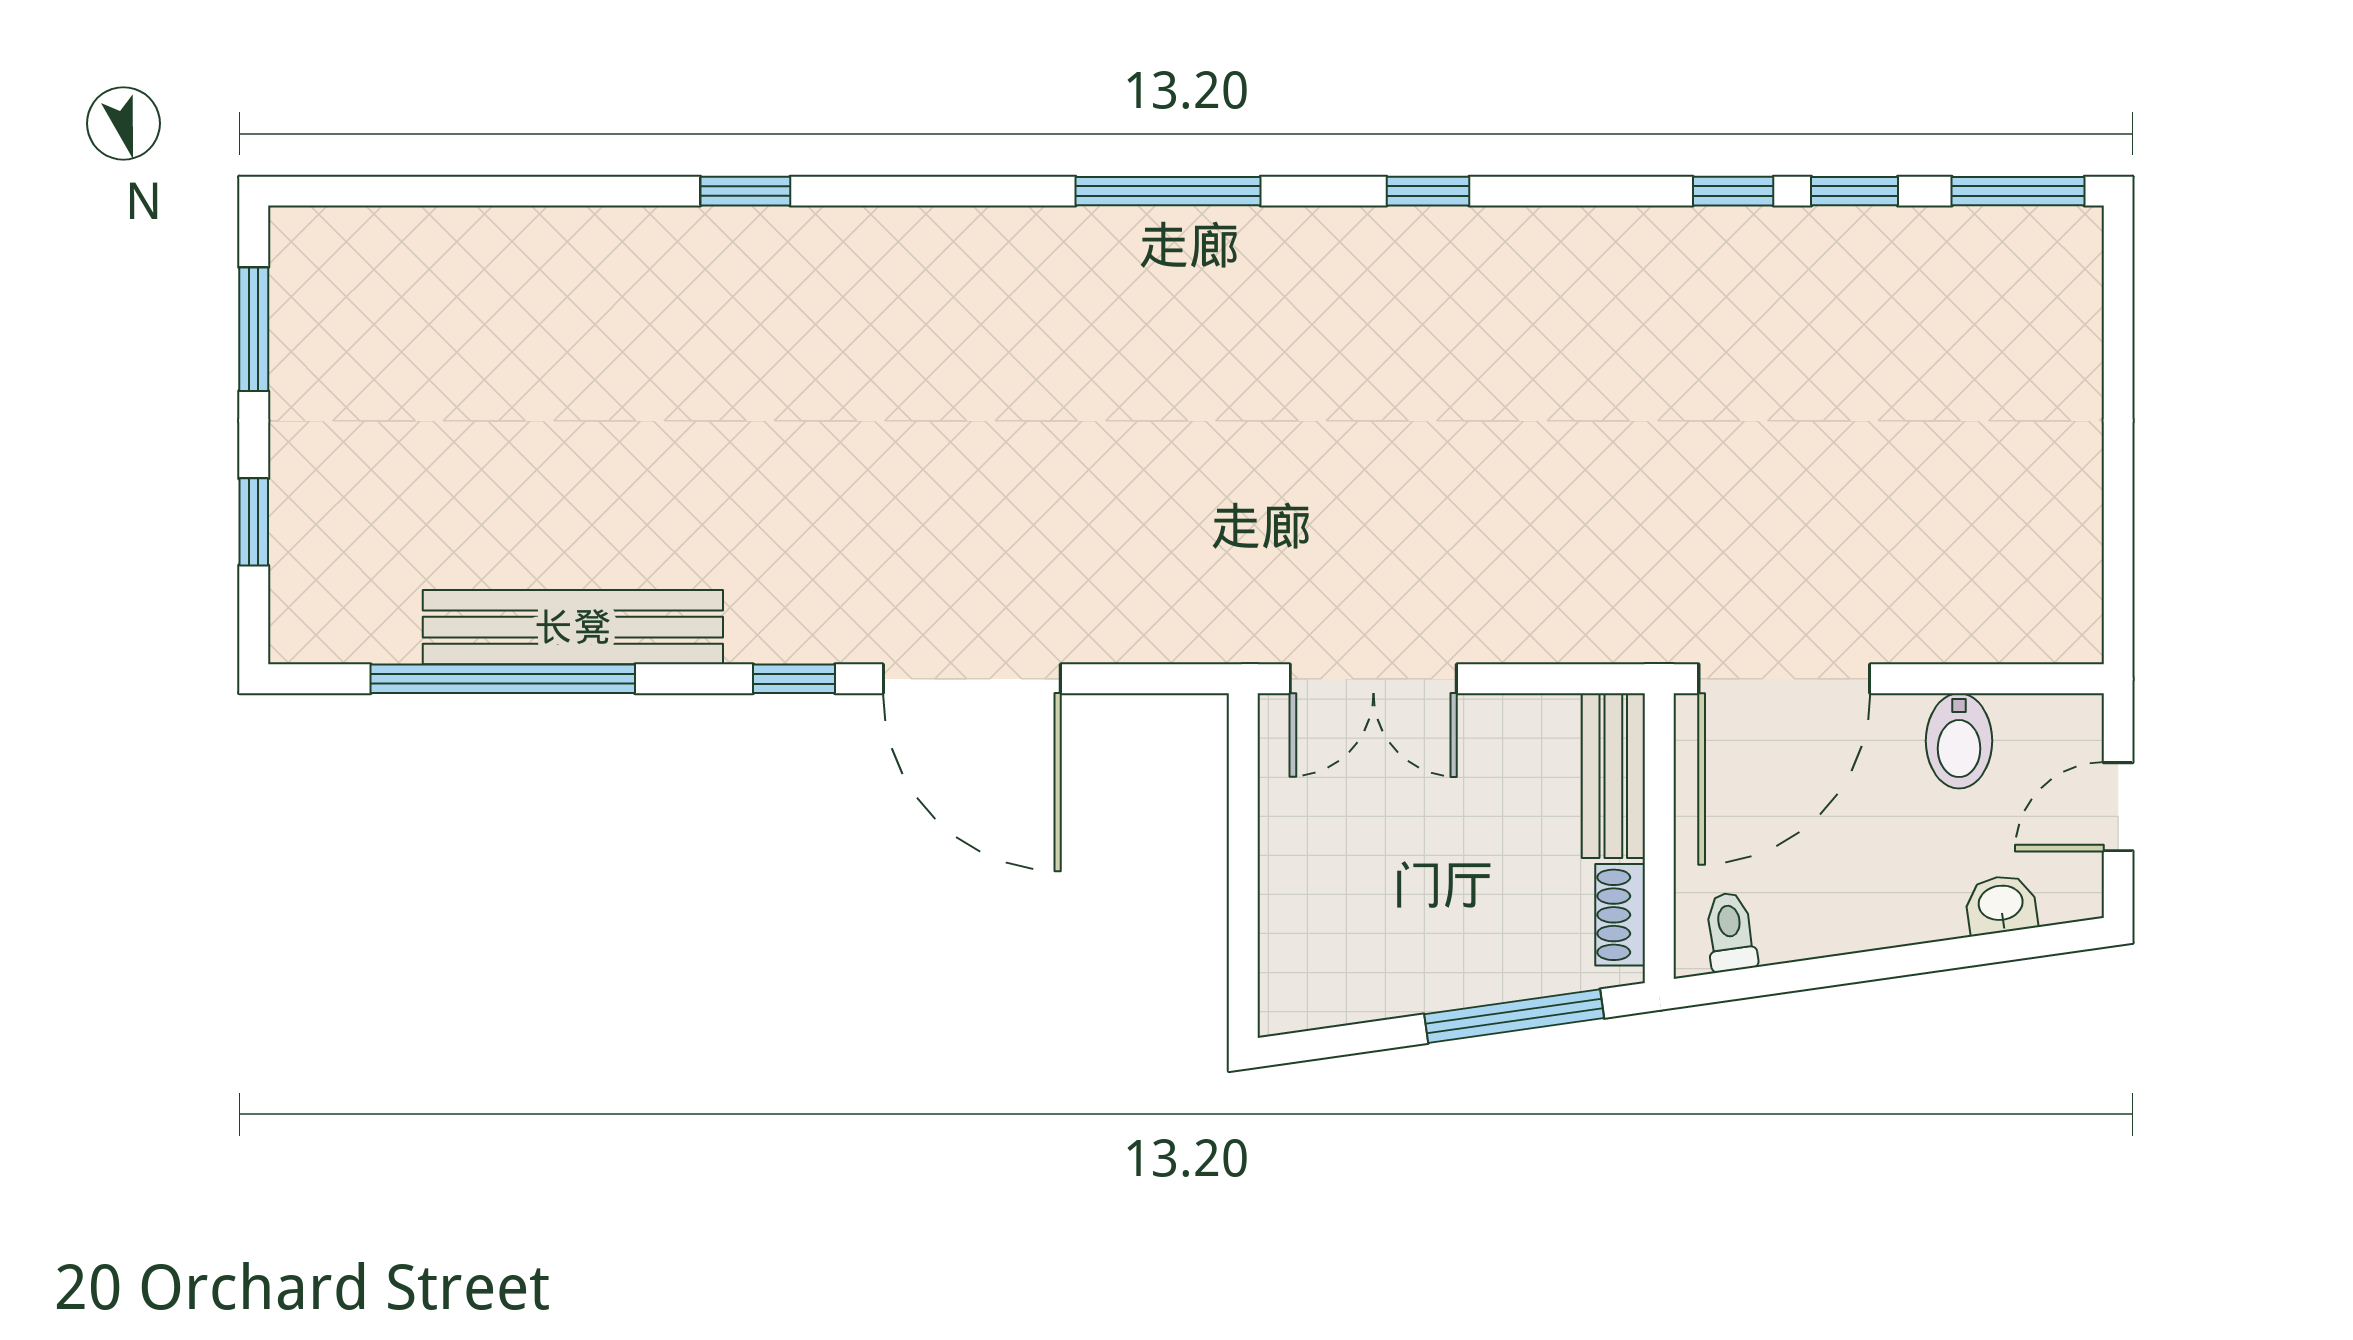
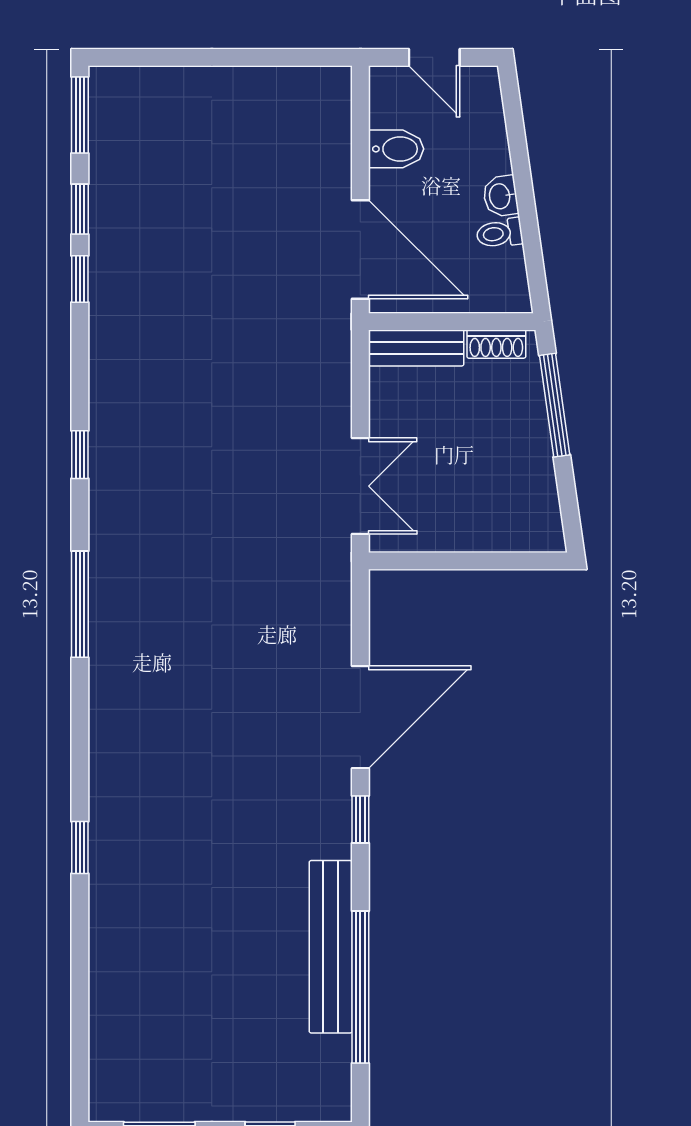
washbasin: (2001, 904) -> (501, 196), moved
toilet: (1730, 932) -> (499, 233), moved

